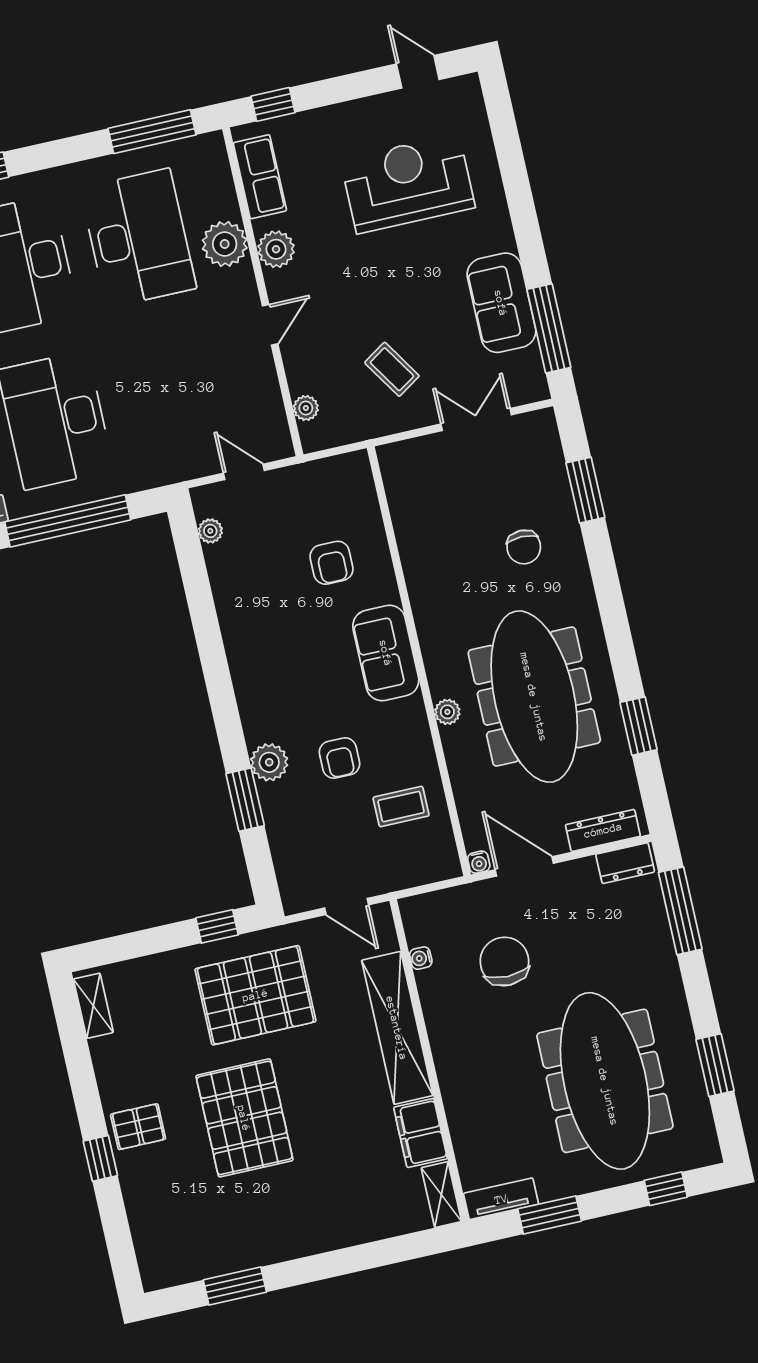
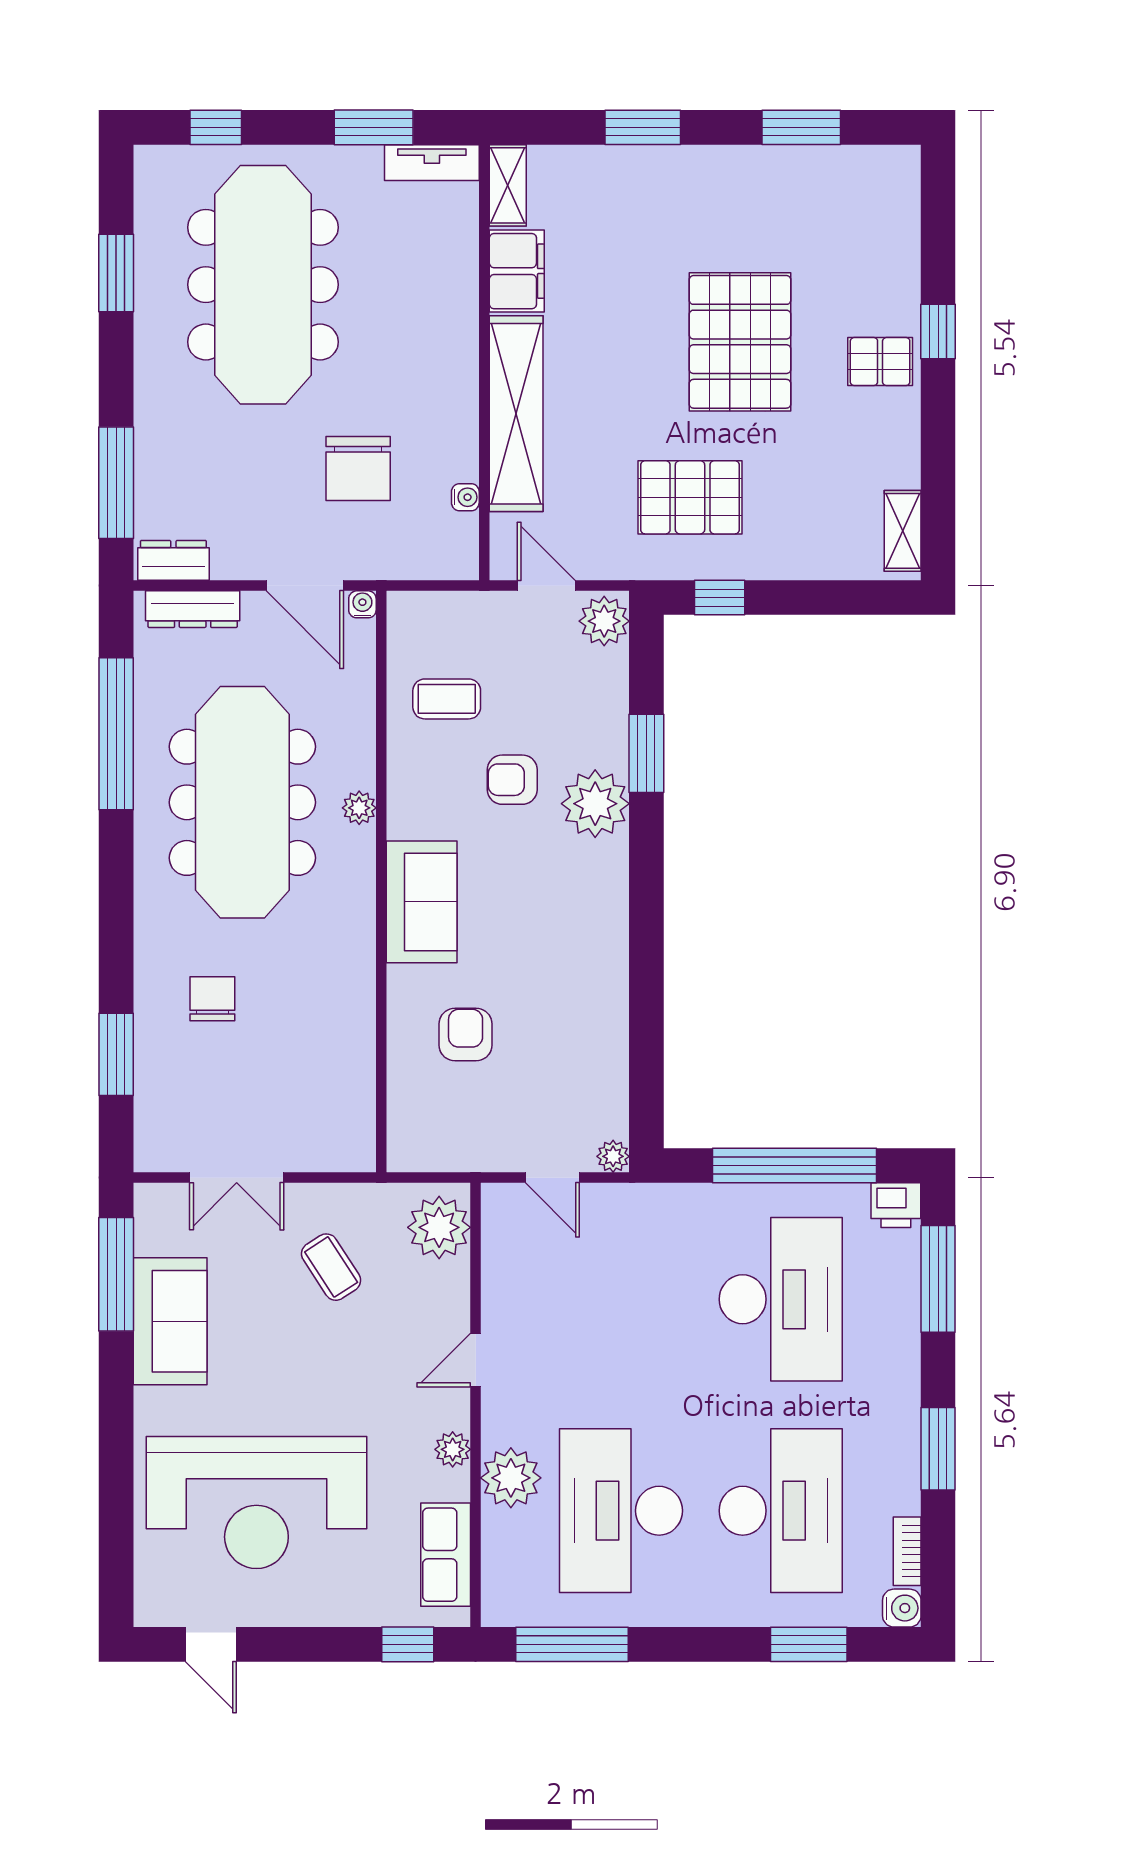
reception desk: (408, 184) -> (256, 1503), width x1.36, depth x1.30
plant: (276, 249) -> (453, 1449), width x0.73, depth x0.73
plant: (306, 408) -> (439, 1227), width x1.88, depth x1.88
plant: (210, 531) -> (613, 1156), moved
window: (639, 726) -> (116, 734), width x2.11
armchair: (339, 758) -> (512, 780), turned -90
plant: (269, 762) -> (595, 804), width x1.36, depth x1.36
plant: (298, 890) -> (604, 621), added
pallet: (255, 995) -> (690, 497), width x0.73, depth x0.71
window: (352, 1260) -> (643, 127), added

